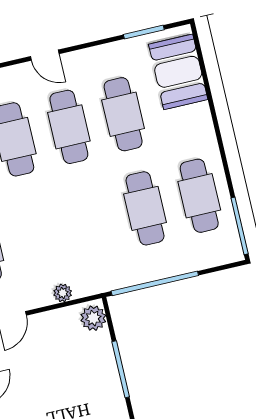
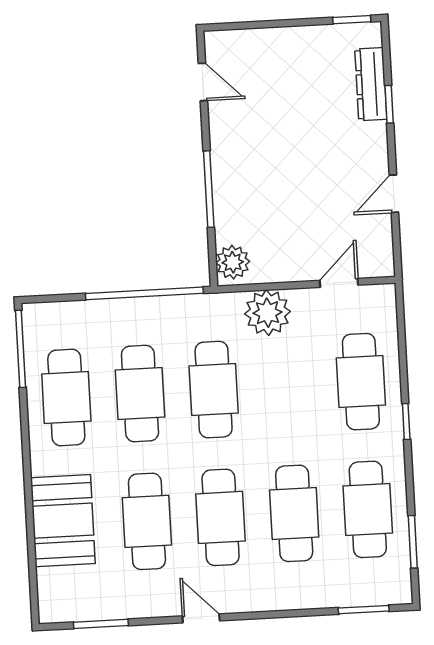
door: (45, 55) -> (201, 618), moved
booth: (178, 72) -> (63, 521), moved
cafe table: (91, 221) -> (214, 390), added
plant: (63, 293) -> (267, 313), width x1.88, depth x1.88

